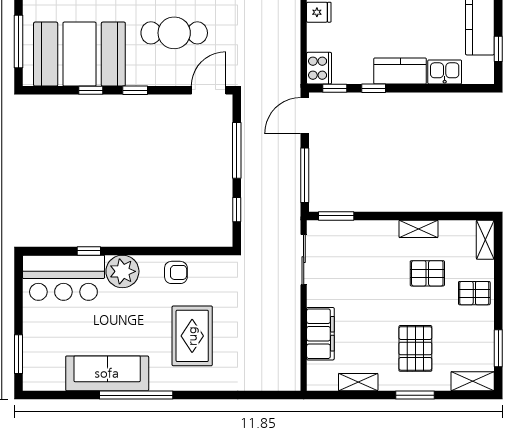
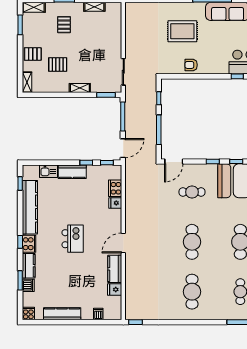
cafe table: (174, 33) -> (192, 192), width x0.73, depth x0.74
cooker: (319, 68) -> (115, 188), moved
shelving: (419, 229) -> (80, 88), moved
plant: (122, 271) -> (219, 65), removed
filing cabinet: (320, 334) -> (114, 32), removed
rug: (192, 336) -> (182, 31), turned 90
pallet: (415, 348) -> (64, 25), width x0.67, depth x0.71

